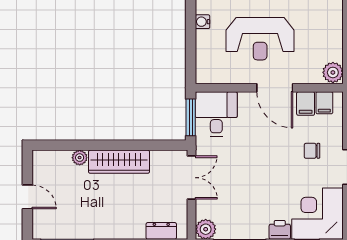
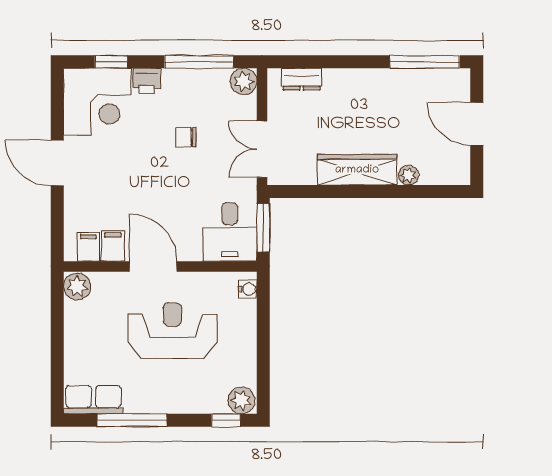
water cooler: (203, 22) -> (248, 289), moved
chair: (312, 151) -> (186, 137), moved, turned 180
door: (27, 197) -> (477, 124), width x1.38

